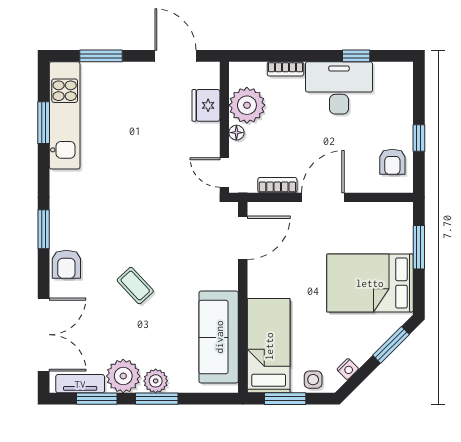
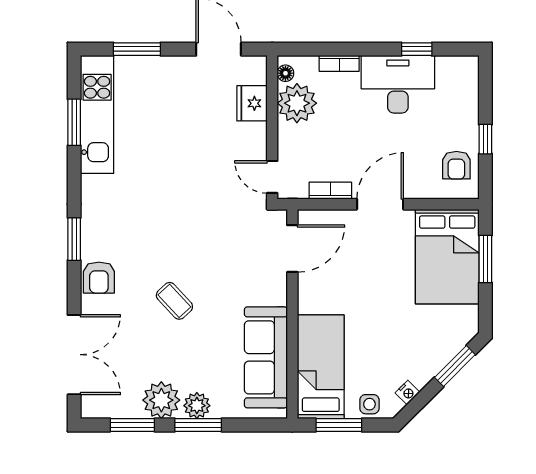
floor lamp: (236, 133) -> (285, 73), moved
bed: (370, 283) -> (447, 257), moved, turned -90
tv unit: (80, 384) -> (114, 409), removed

